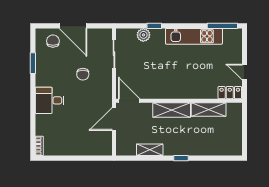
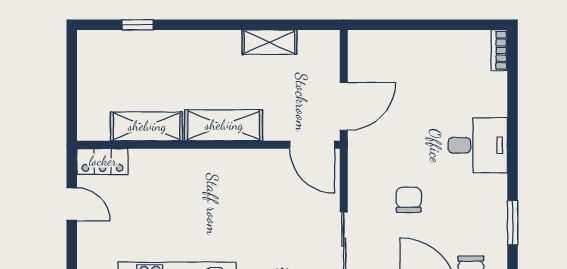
window: (181, 158) -> (138, 25), moved

